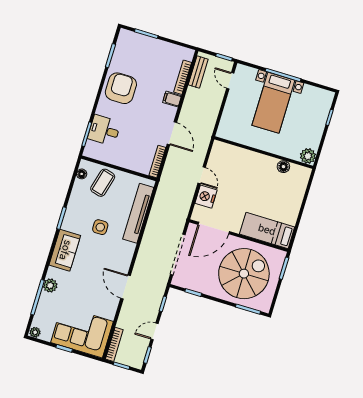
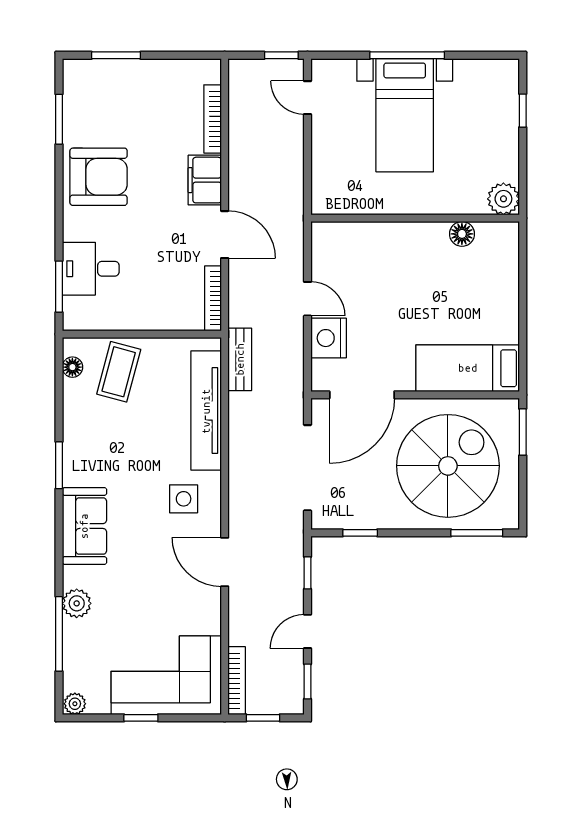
bench: (198, 72) -> (240, 359), moved
armchair: (121, 88) -> (99, 177), turned 90
filing cabinet: (172, 99) -> (205, 180), width x2.00
side table: (100, 227) -> (184, 499), moved

